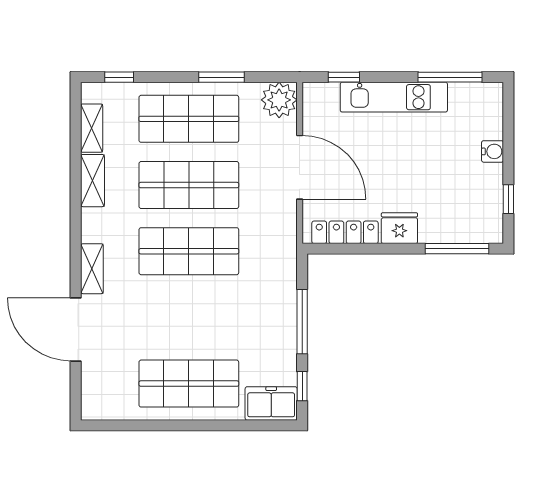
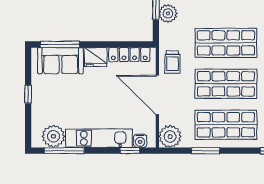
plant: (467, 100) -> (53, 136), added
water cooler: (493, 151) -> (140, 141), moved, turned -90
window: (508, 199) -> (28, 94), moved
trolley: (275, 220) -> (172, 62), added
sofa: (456, 222) -> (60, 61), added
plant: (283, 299) -> (168, 13), added

